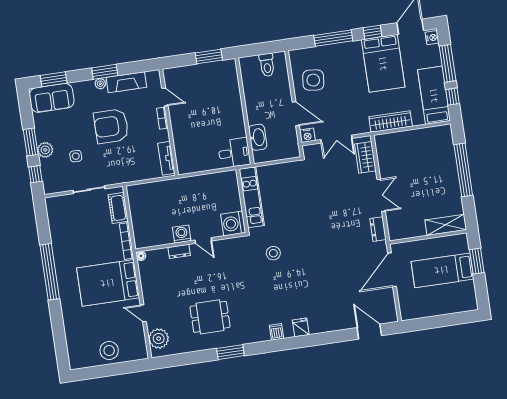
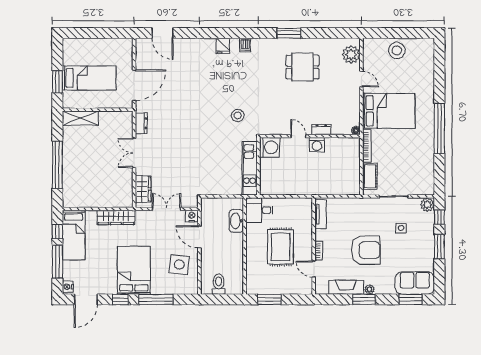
bed: (383, 63) -> (134, 270), moved
rug: (205, 116) -> (281, 247), added
plant: (45, 150) -> (427, 205), moved

